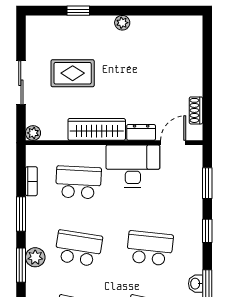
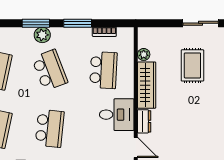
sliding door: (21, 83) -> (201, 23), moved
plant: (33, 133) -> (144, 54), moved
desk: (133, 166) -> (117, 115), width x0.73
school desk: (78, 248) -> (50, 70), turned -30

